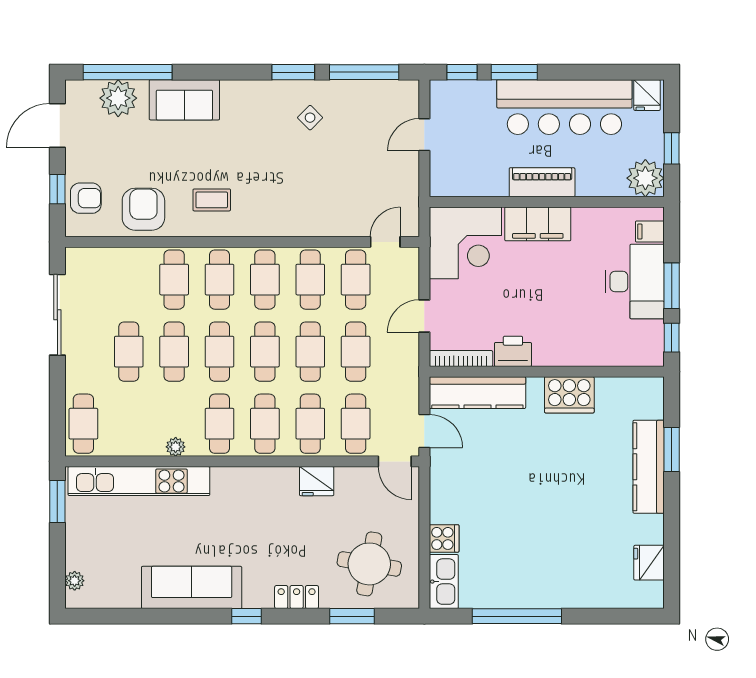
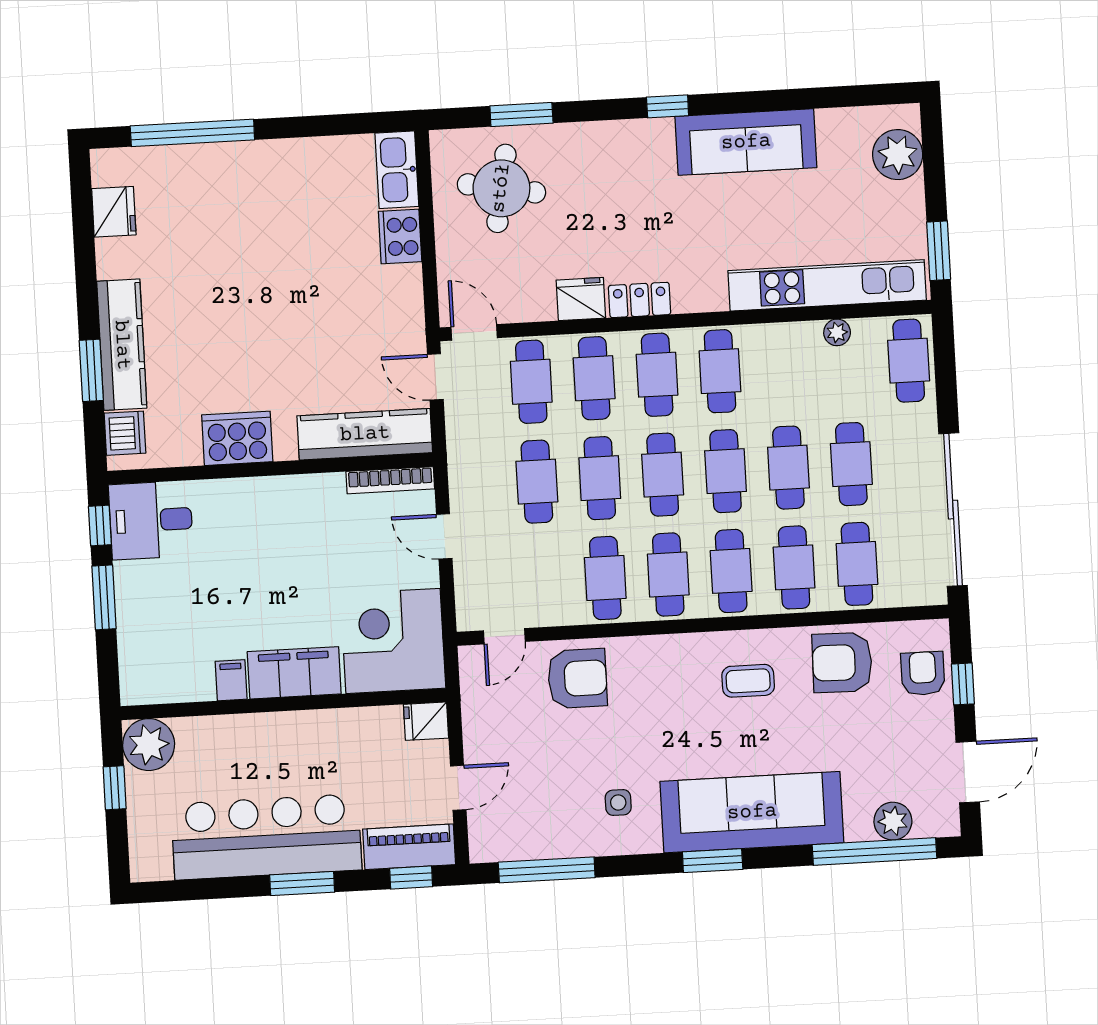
window: (293, 72) -> (713, 861), moved
window: (514, 72) -> (302, 884), moved
fridge: (647, 95) -> (426, 721), moved, turned -90
plant: (118, 98) -> (893, 821), width x0.73, depth x0.73
sofa: (184, 100) -> (752, 812), width x1.85, depth x1.27
side table: (310, 118) -> (618, 803), turned 45
piano: (542, 182) -> (409, 847), moved, turned 180
armchair: (86, 198) -> (923, 673), turned 90
armchair: (334, 208) -> (577, 678), added
armchair: (143, 209) -> (842, 663), turned 91
filing cabinet: (650, 231) -> (231, 680), moved, turned -90
cafe table: (356, 280) -> (857, 564), moved
desk: (635, 282) -> (151, 520), moved, width x0.73
sliding door: (57, 315) -> (953, 510), width x1.36
door: (424, 316) -> (444, 536), swing flipped
printer: (513, 351) -> (319, 494), removed
dishwasher: (650, 403) -> (125, 433), added
plant: (176, 447) -> (837, 332), moved
cooker: (444, 538) -> (400, 237), width x1.36
plant: (75, 581) -> (898, 155), width x1.87, depth x1.87
locker: (297, 597) -> (640, 300), moved, turned 180
window: (517, 616) -> (192, 133), moved

